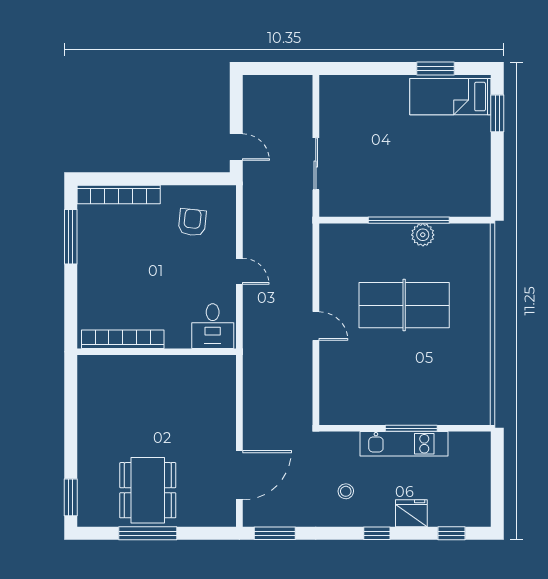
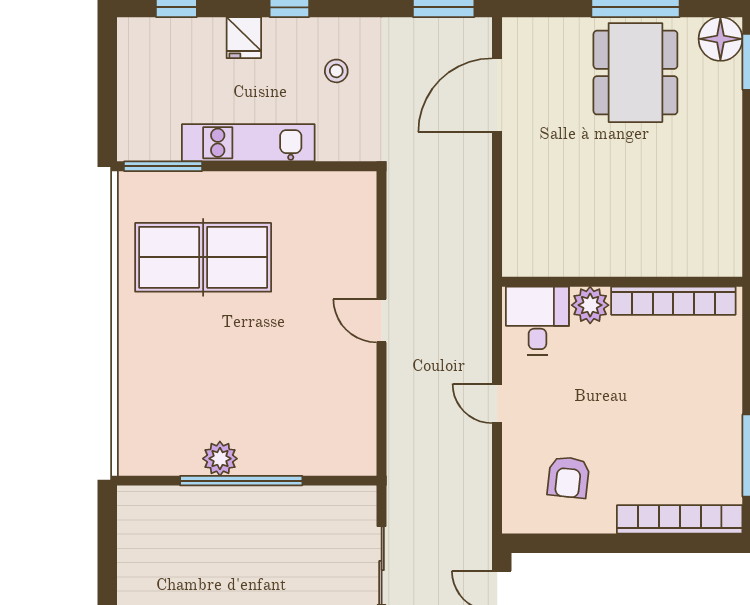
table tennis table: (404, 305) -> (203, 257), moved
plant: (178, 336) -> (590, 305), added
window: (411, 428) -> (163, 166), moved
floor lamp: (92, 512) -> (720, 39), added
fridge: (411, 513) -> (244, 38), width x0.72

